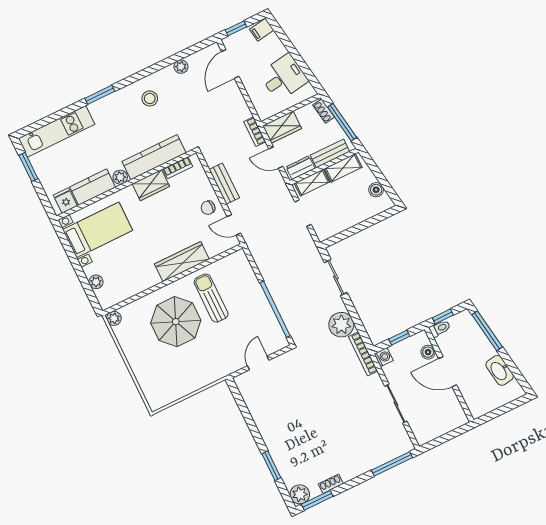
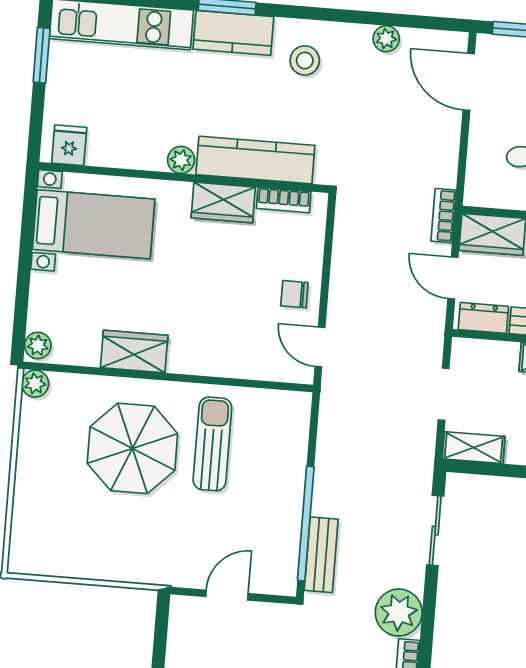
door: (230, 64) -> (469, 82), hinge flipped
shelving: (312, 183) -> (474, 448), moved
bench: (224, 184) -> (321, 555), moved
kitchen counter: (93, 187) -> (233, 33), moved, turned 180
wardrobe: (182, 262) -> (134, 352), moved, width x0.67
plant: (96, 282) -> (38, 345), moved

